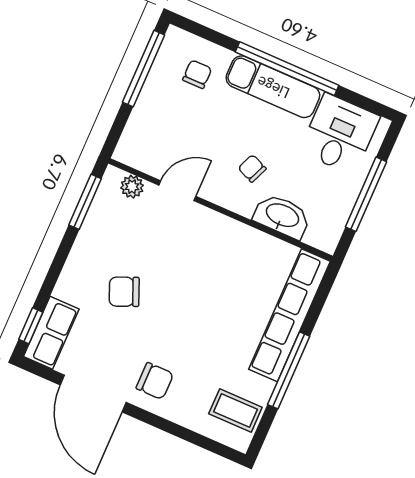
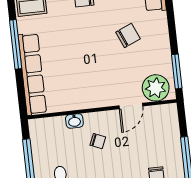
plant: (132, 187) -> (156, 88), width x1.88, depth x1.88
washbasin: (282, 216) -> (74, 121), width x0.52, depth x0.69

